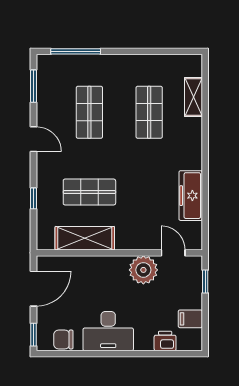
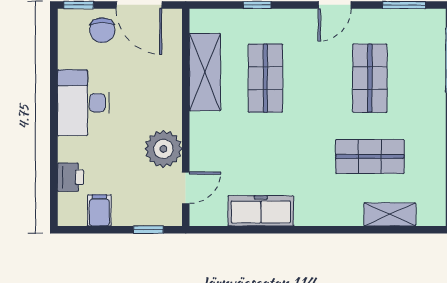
shop shelf: (89, 112) -> (370, 78), turned 90
chair: (63, 340) -> (102, 30), moved, turned 180

